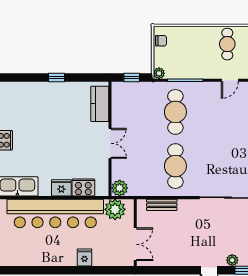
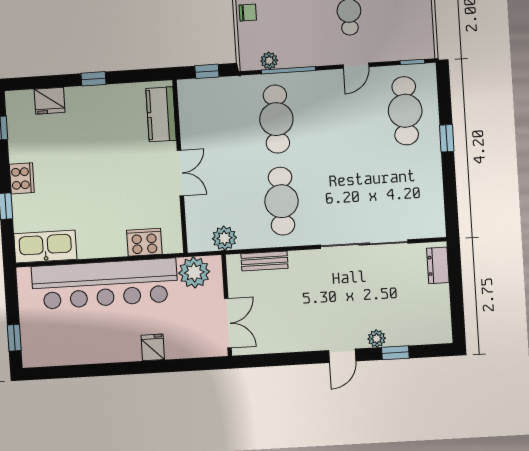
plant: (159, 73) -> (269, 61), moved
fridge: (61, 188) -> (50, 101), moved, turned 180
plant: (120, 188) -> (224, 238), moved

